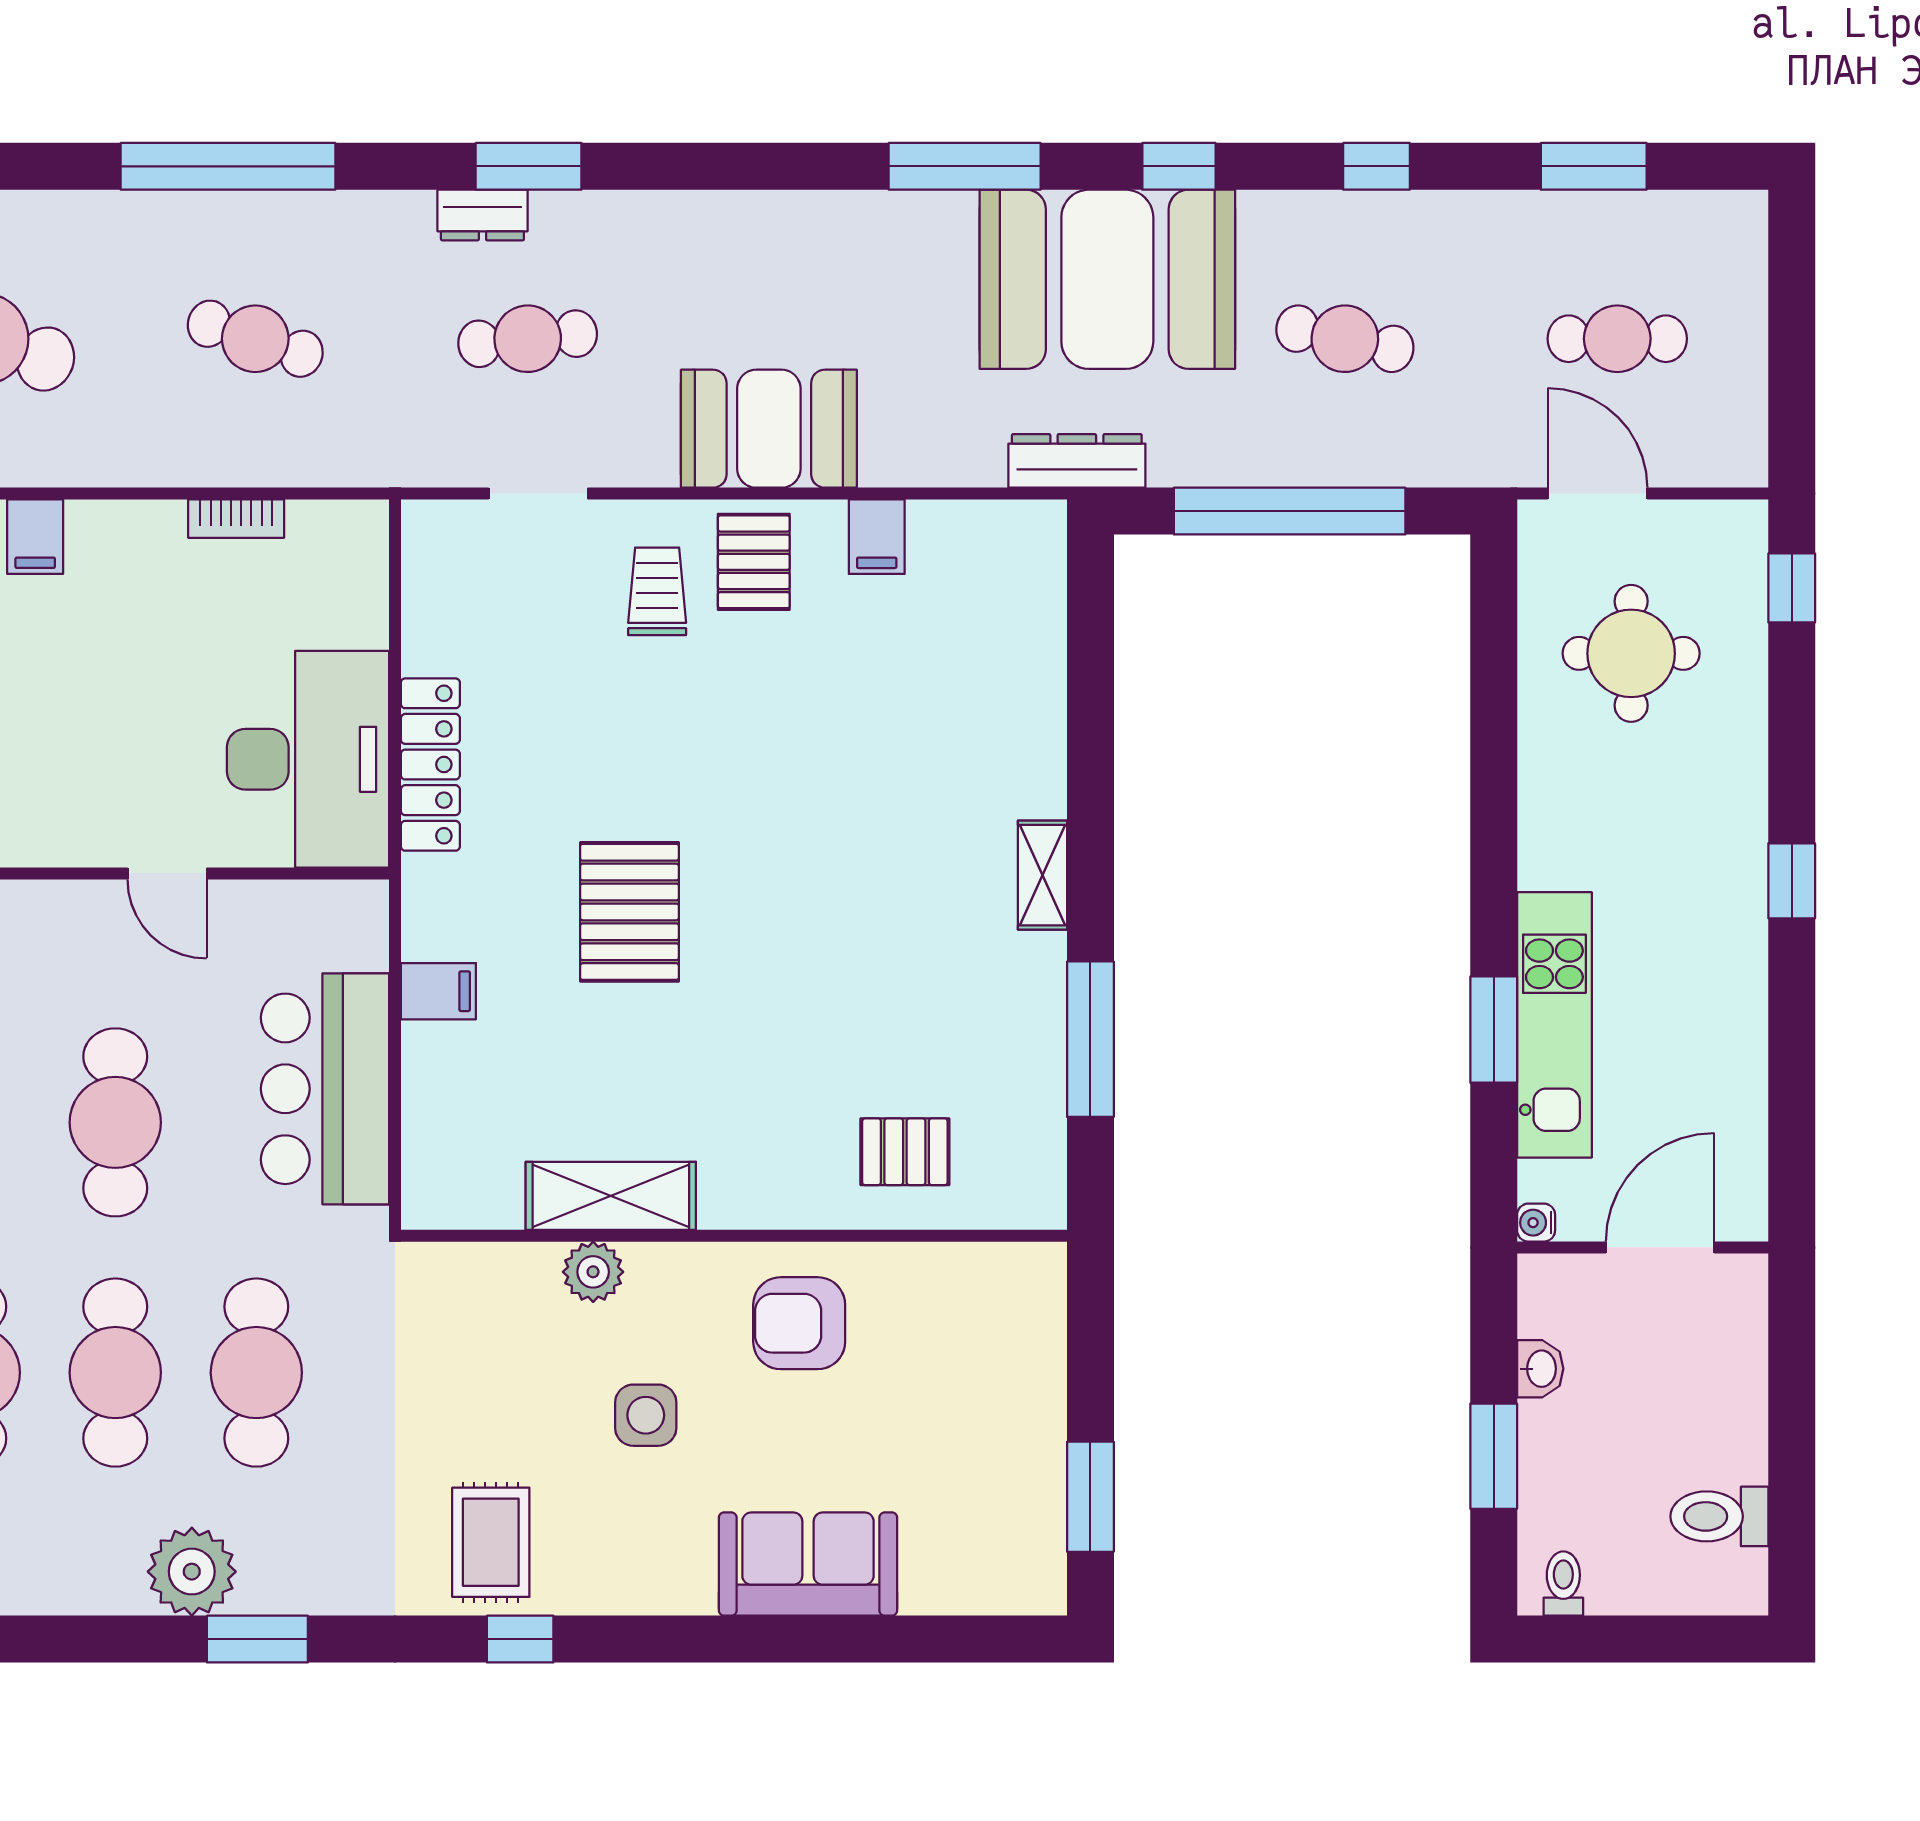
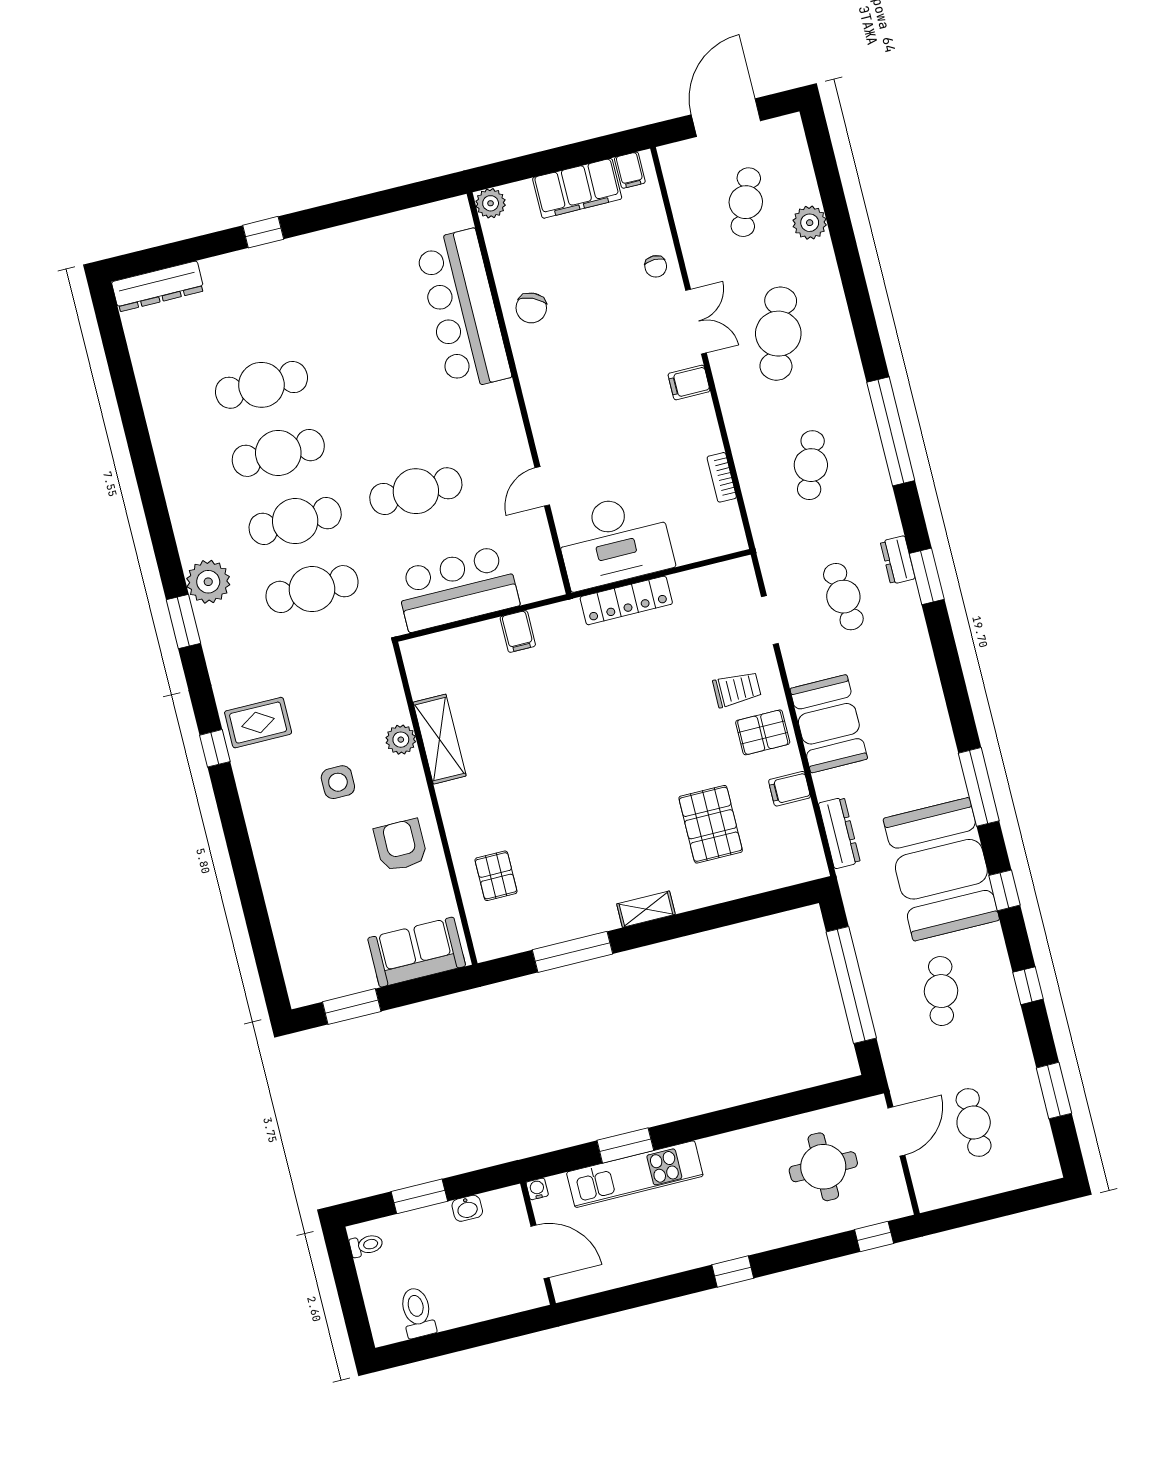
dresser: (1077, 461) -> (839, 833), moved
pallet: (629, 912) -> (711, 824), moved, turned 90
sofa: (808, 1564) -> (417, 952), moved, turned -90

